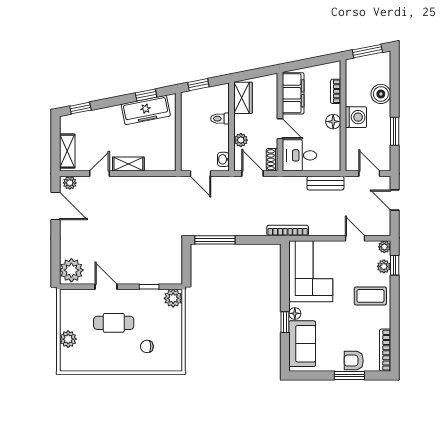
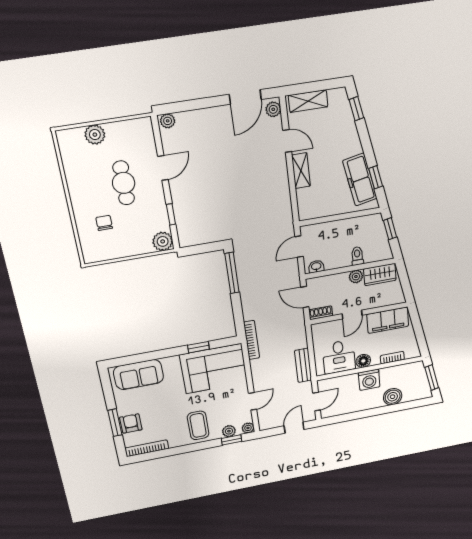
window: (395, 131) -> (359, 415), removed
plant: (241, 140) -> (356, 277), moved
desk: (299, 155) -> (339, 357), moved, turned 180
door: (253, 174) -> (305, 297), swing flipped
plant: (71, 270) -> (168, 121), width x0.53, depth x0.53
floor lamp: (295, 313) -> (168, 362), removed
window: (285, 322) -> (198, 347), moved

